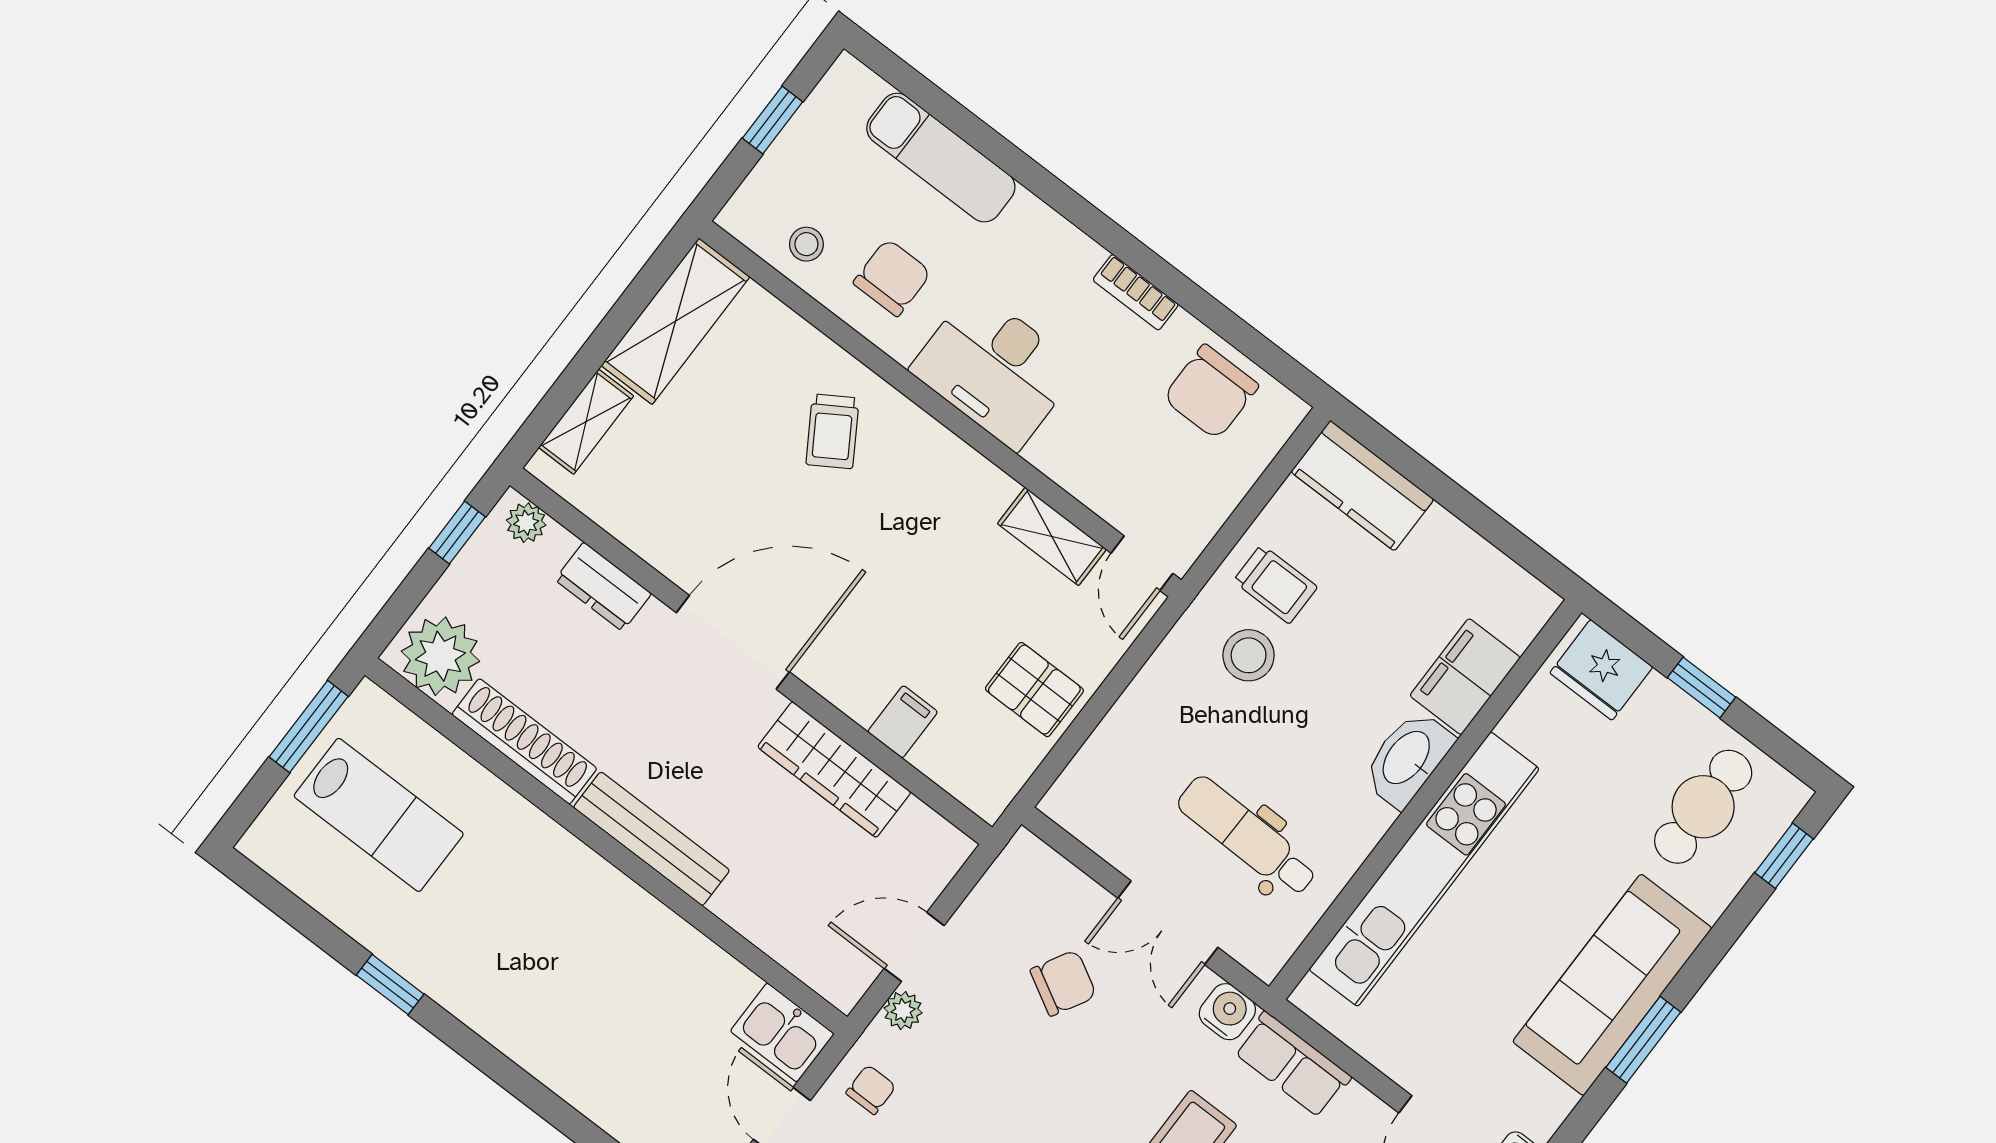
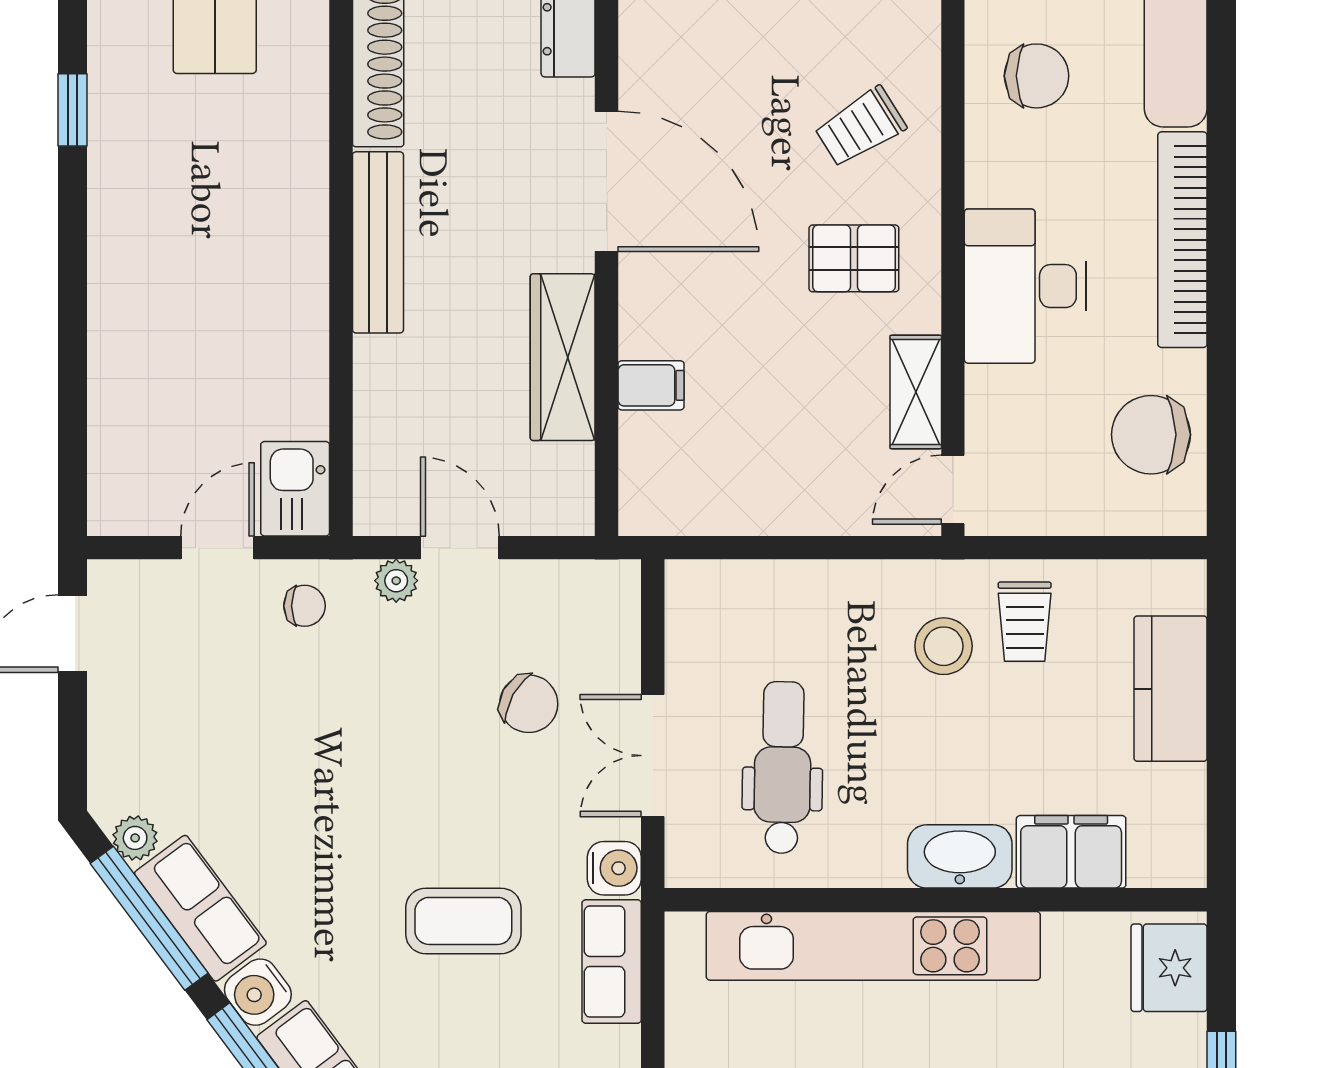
bookcase: (1136, 292) -> (1182, 240), width x2.31, depth x1.31
desk: (995, 369) -> (1025, 286), moved
kitchen counter: (1362, 486) -> (1170, 689), moved
pallet: (1034, 690) -> (854, 258), moved, turned 90

